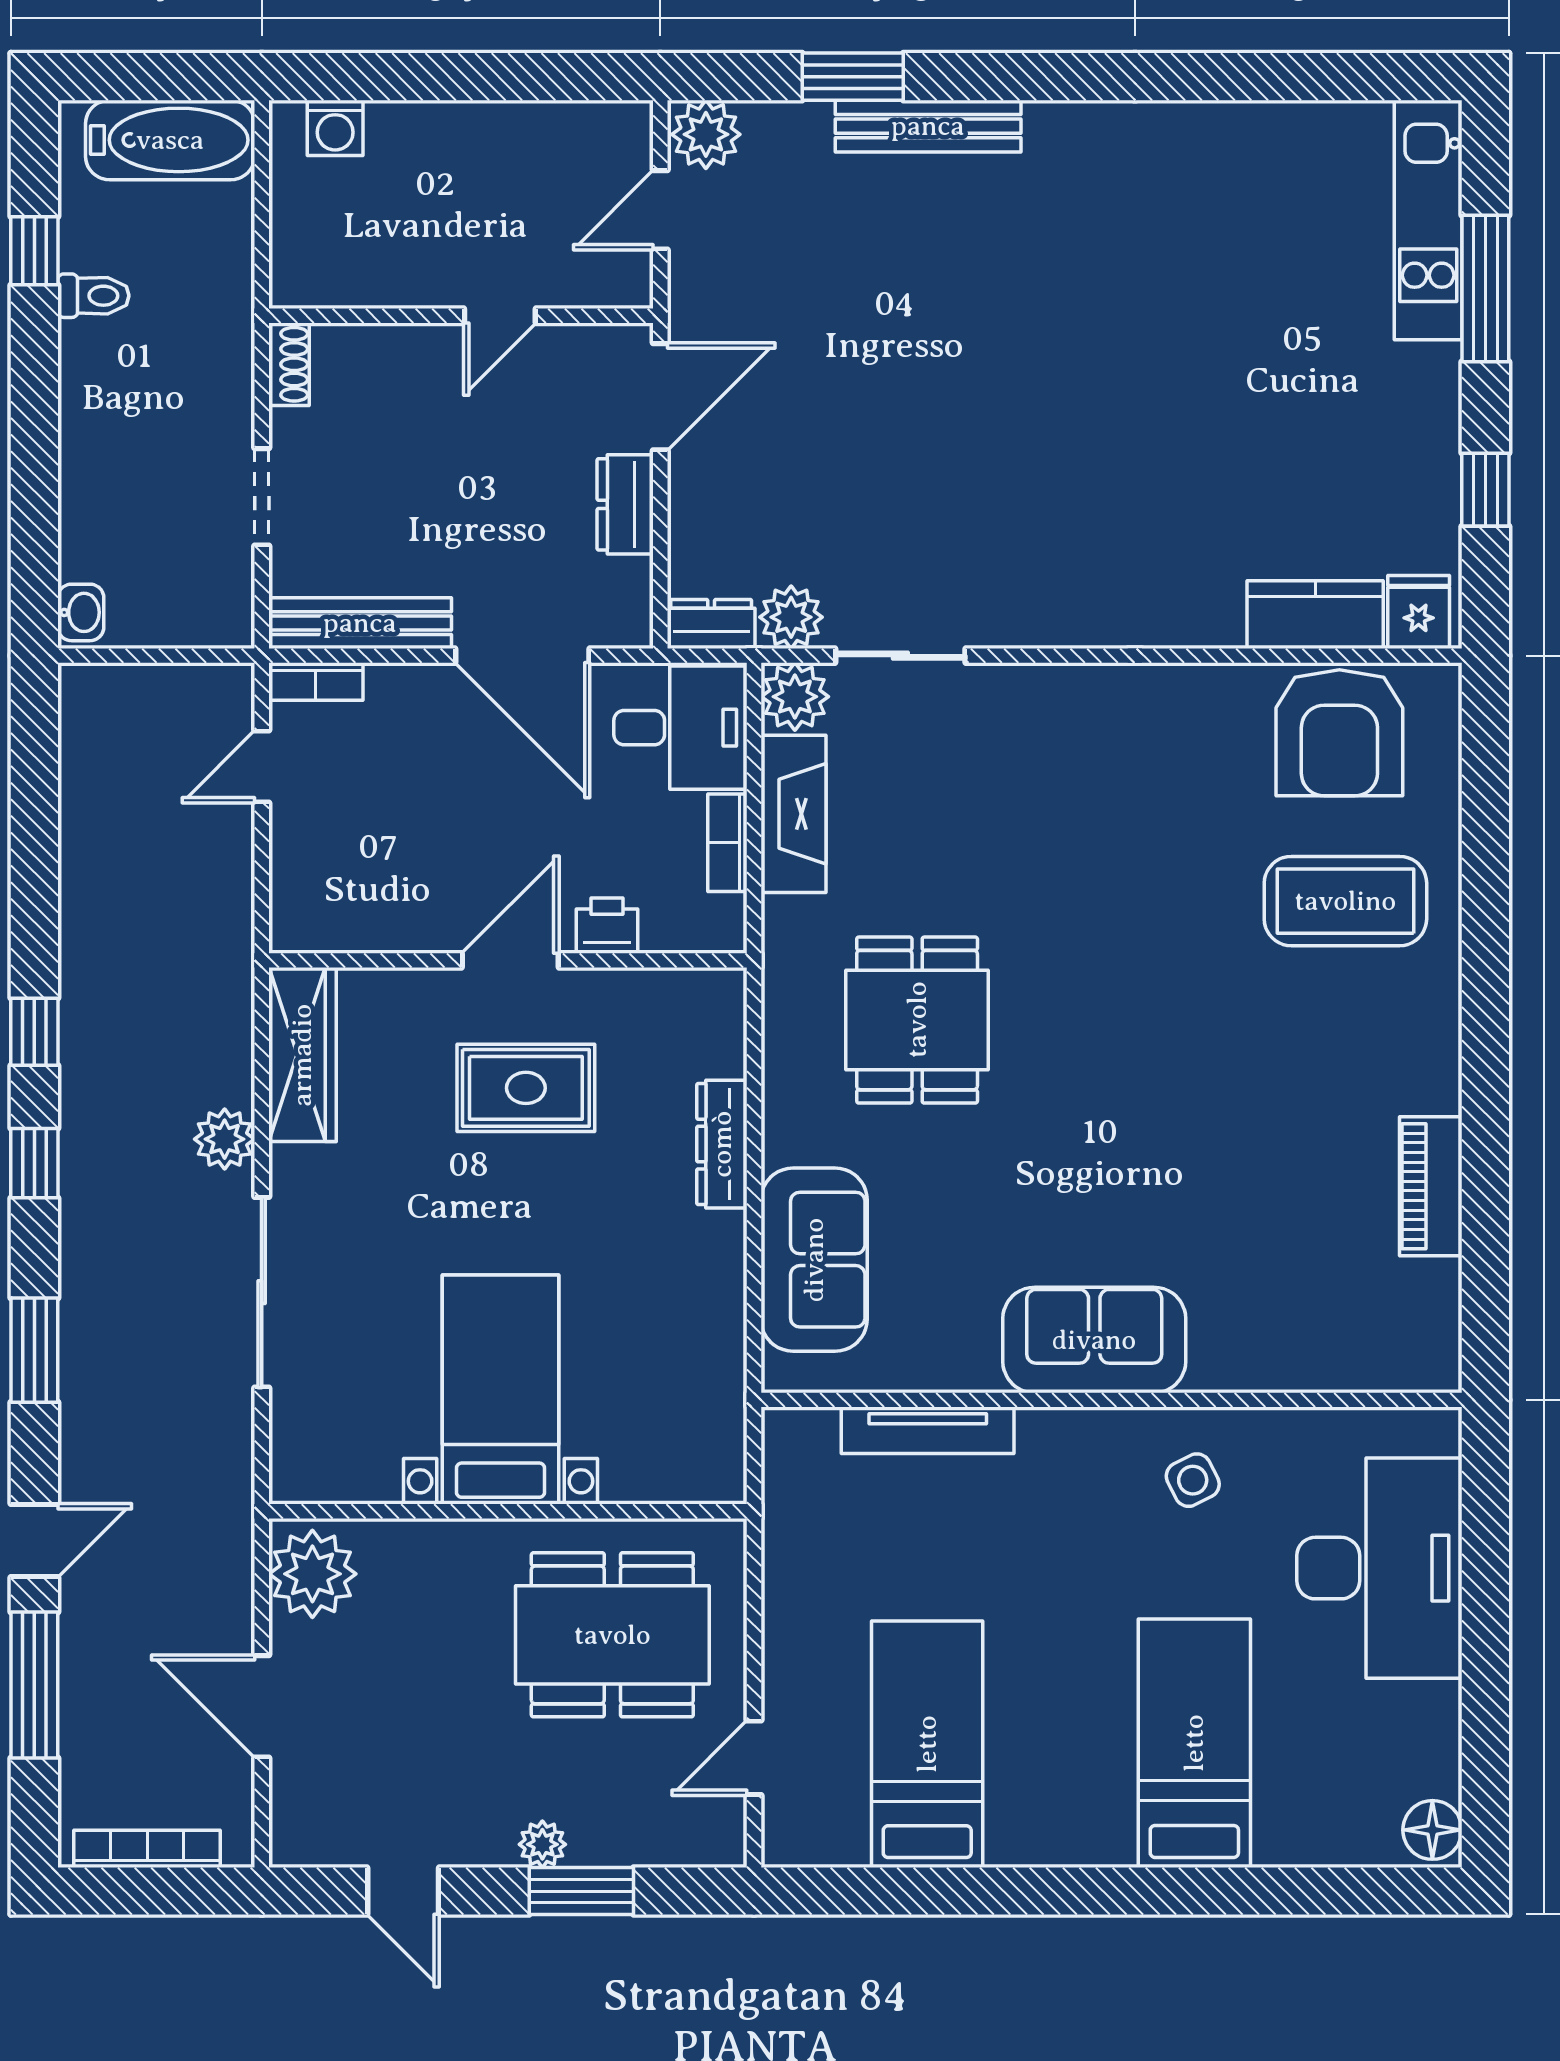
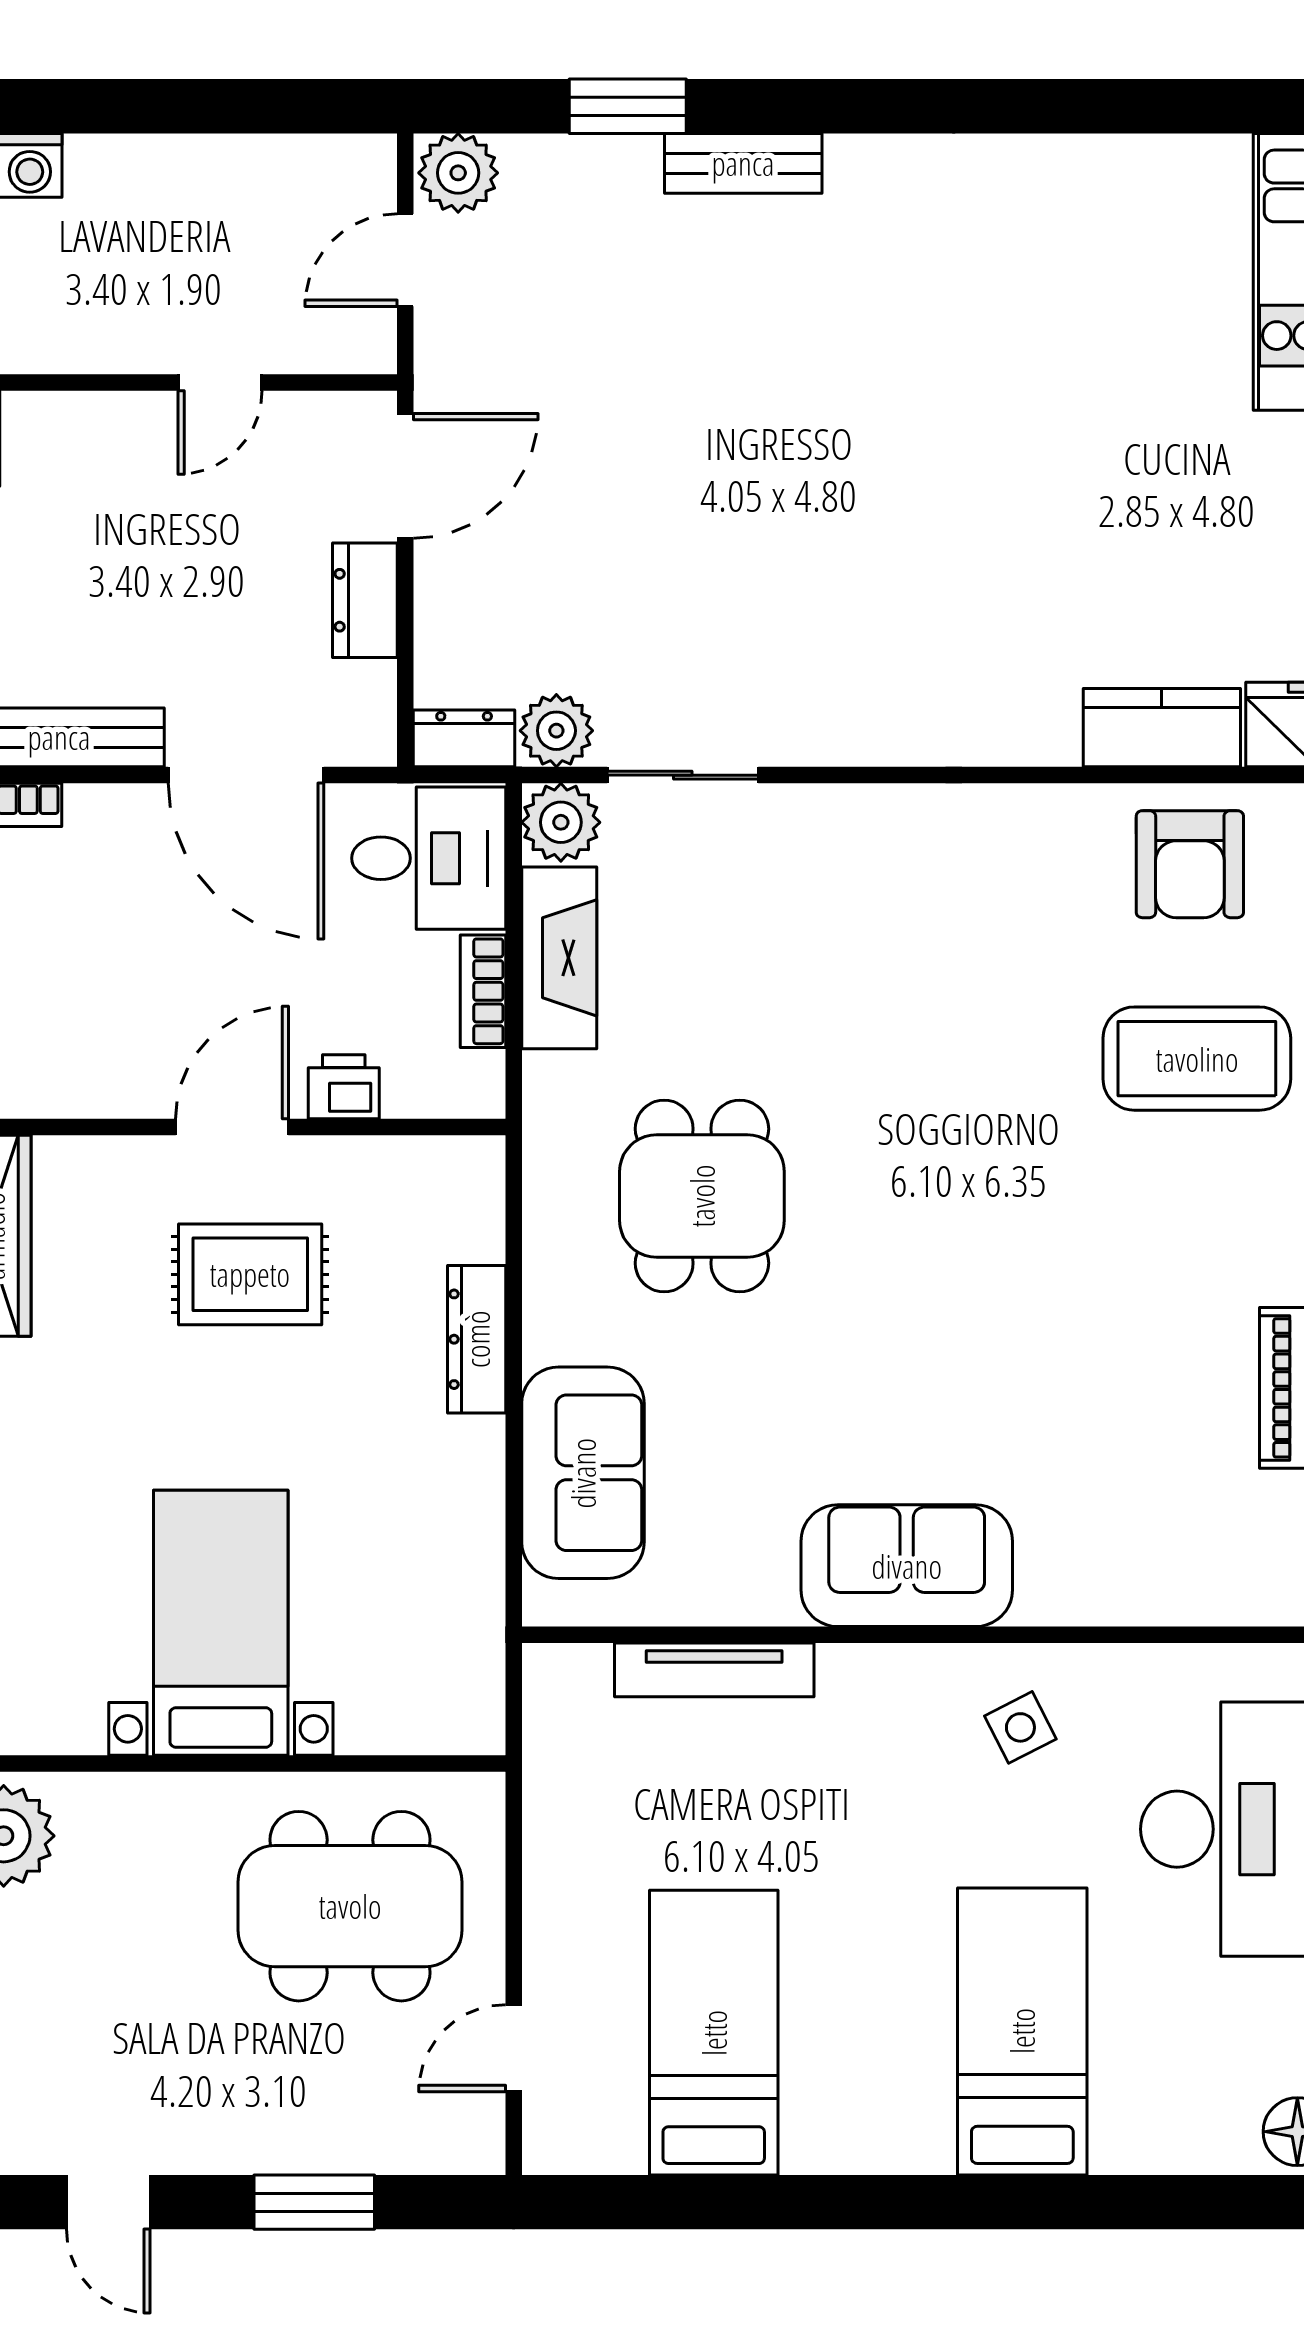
bench: (928, 126) -> (743, 163), width x0.73
armchair: (1339, 733) -> (1190, 864), width x0.73, depth x0.73
plant: (542, 1844) -> (269, 2148), removed

